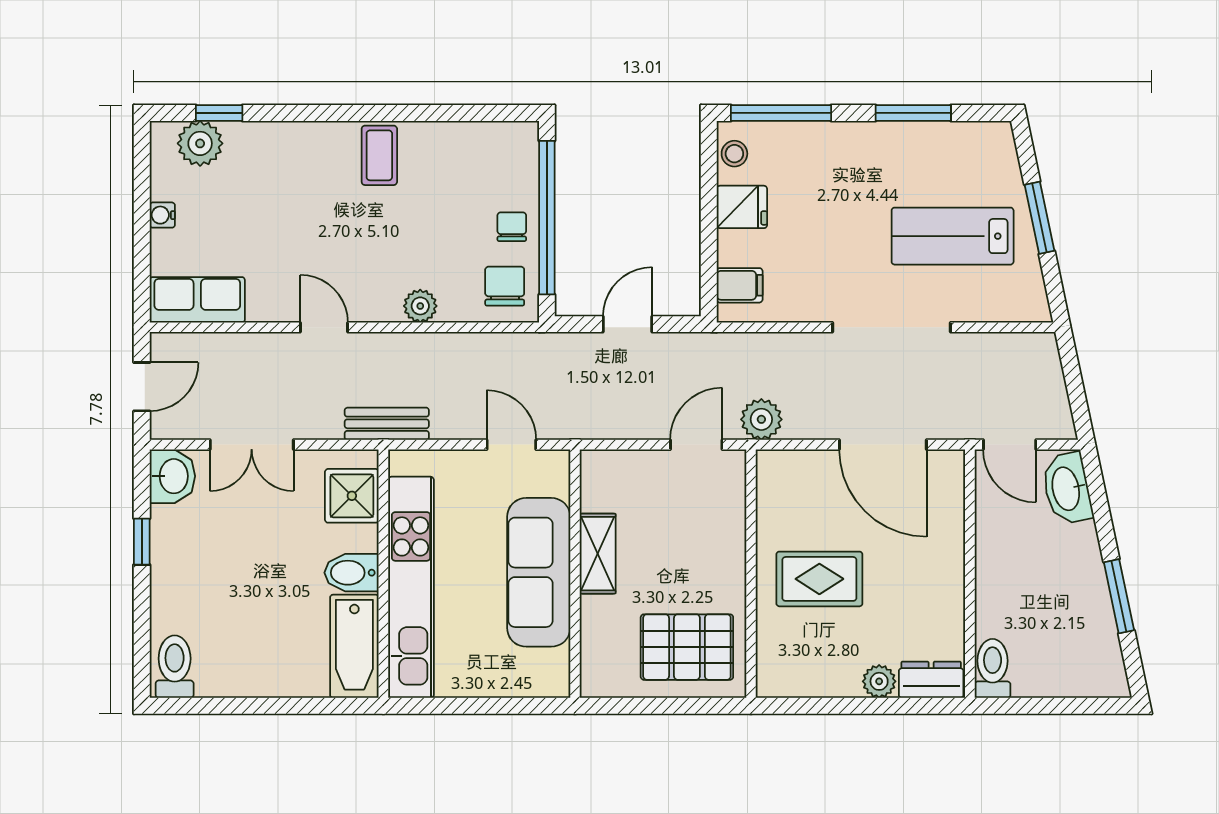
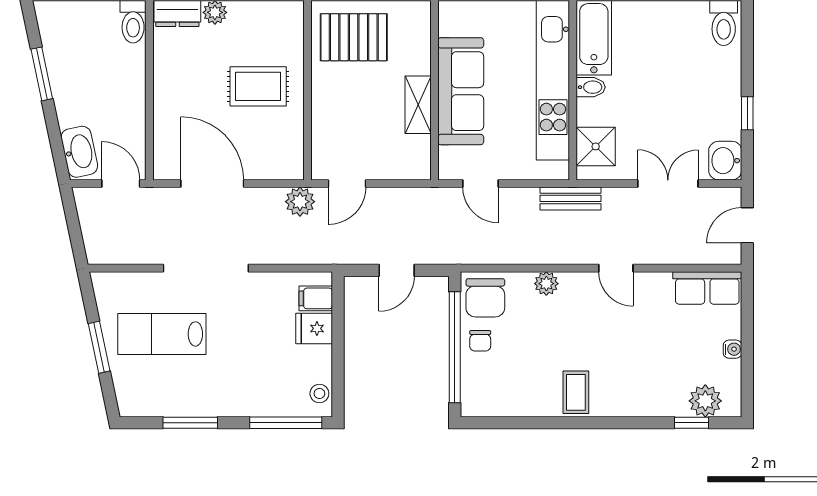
fridge: (742, 207) -> (314, 328), moved
lab bench: (953, 236) -> (162, 334), turned 180
chair: (505, 286) -> (485, 298), width x1.37, depth x1.37
bidet: (352, 573) -> (591, 87), width x0.72, depth x0.74

